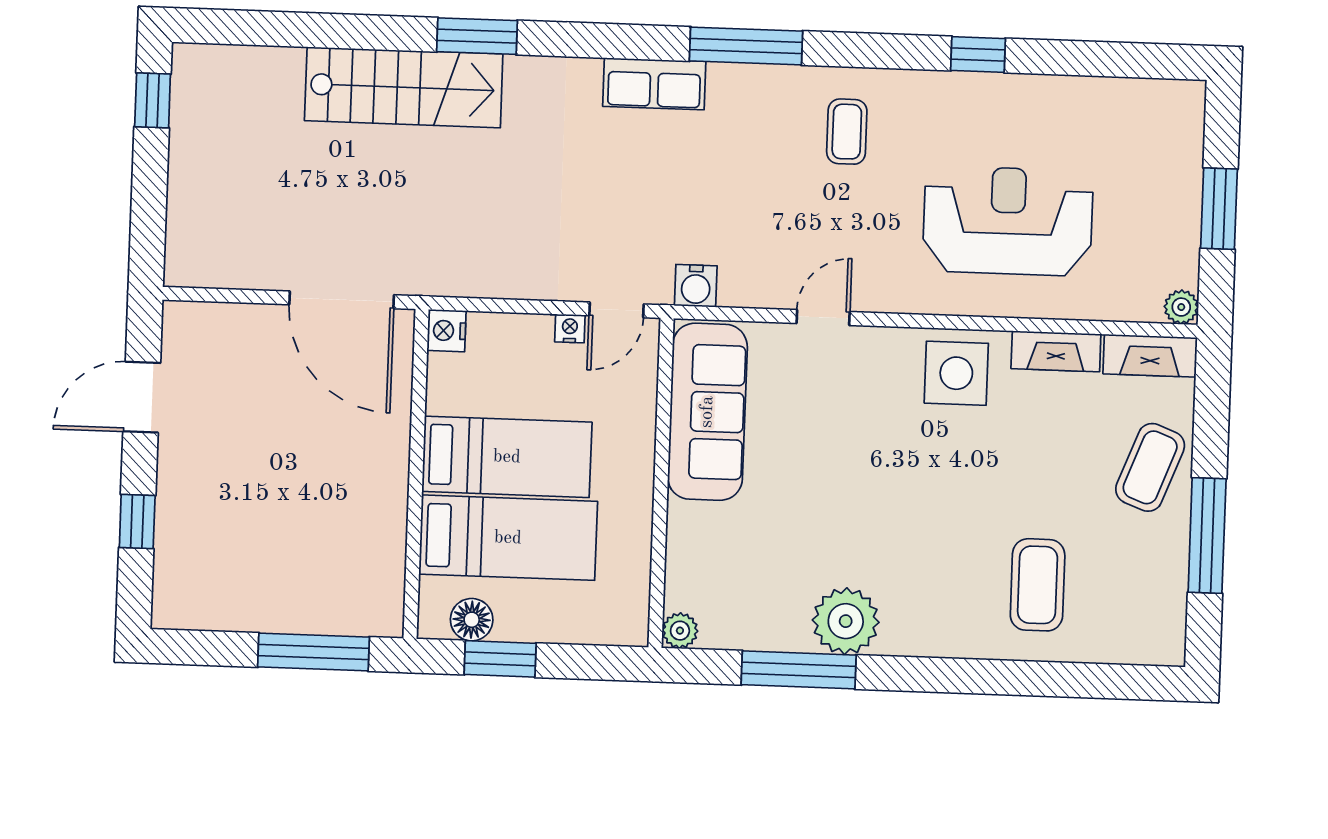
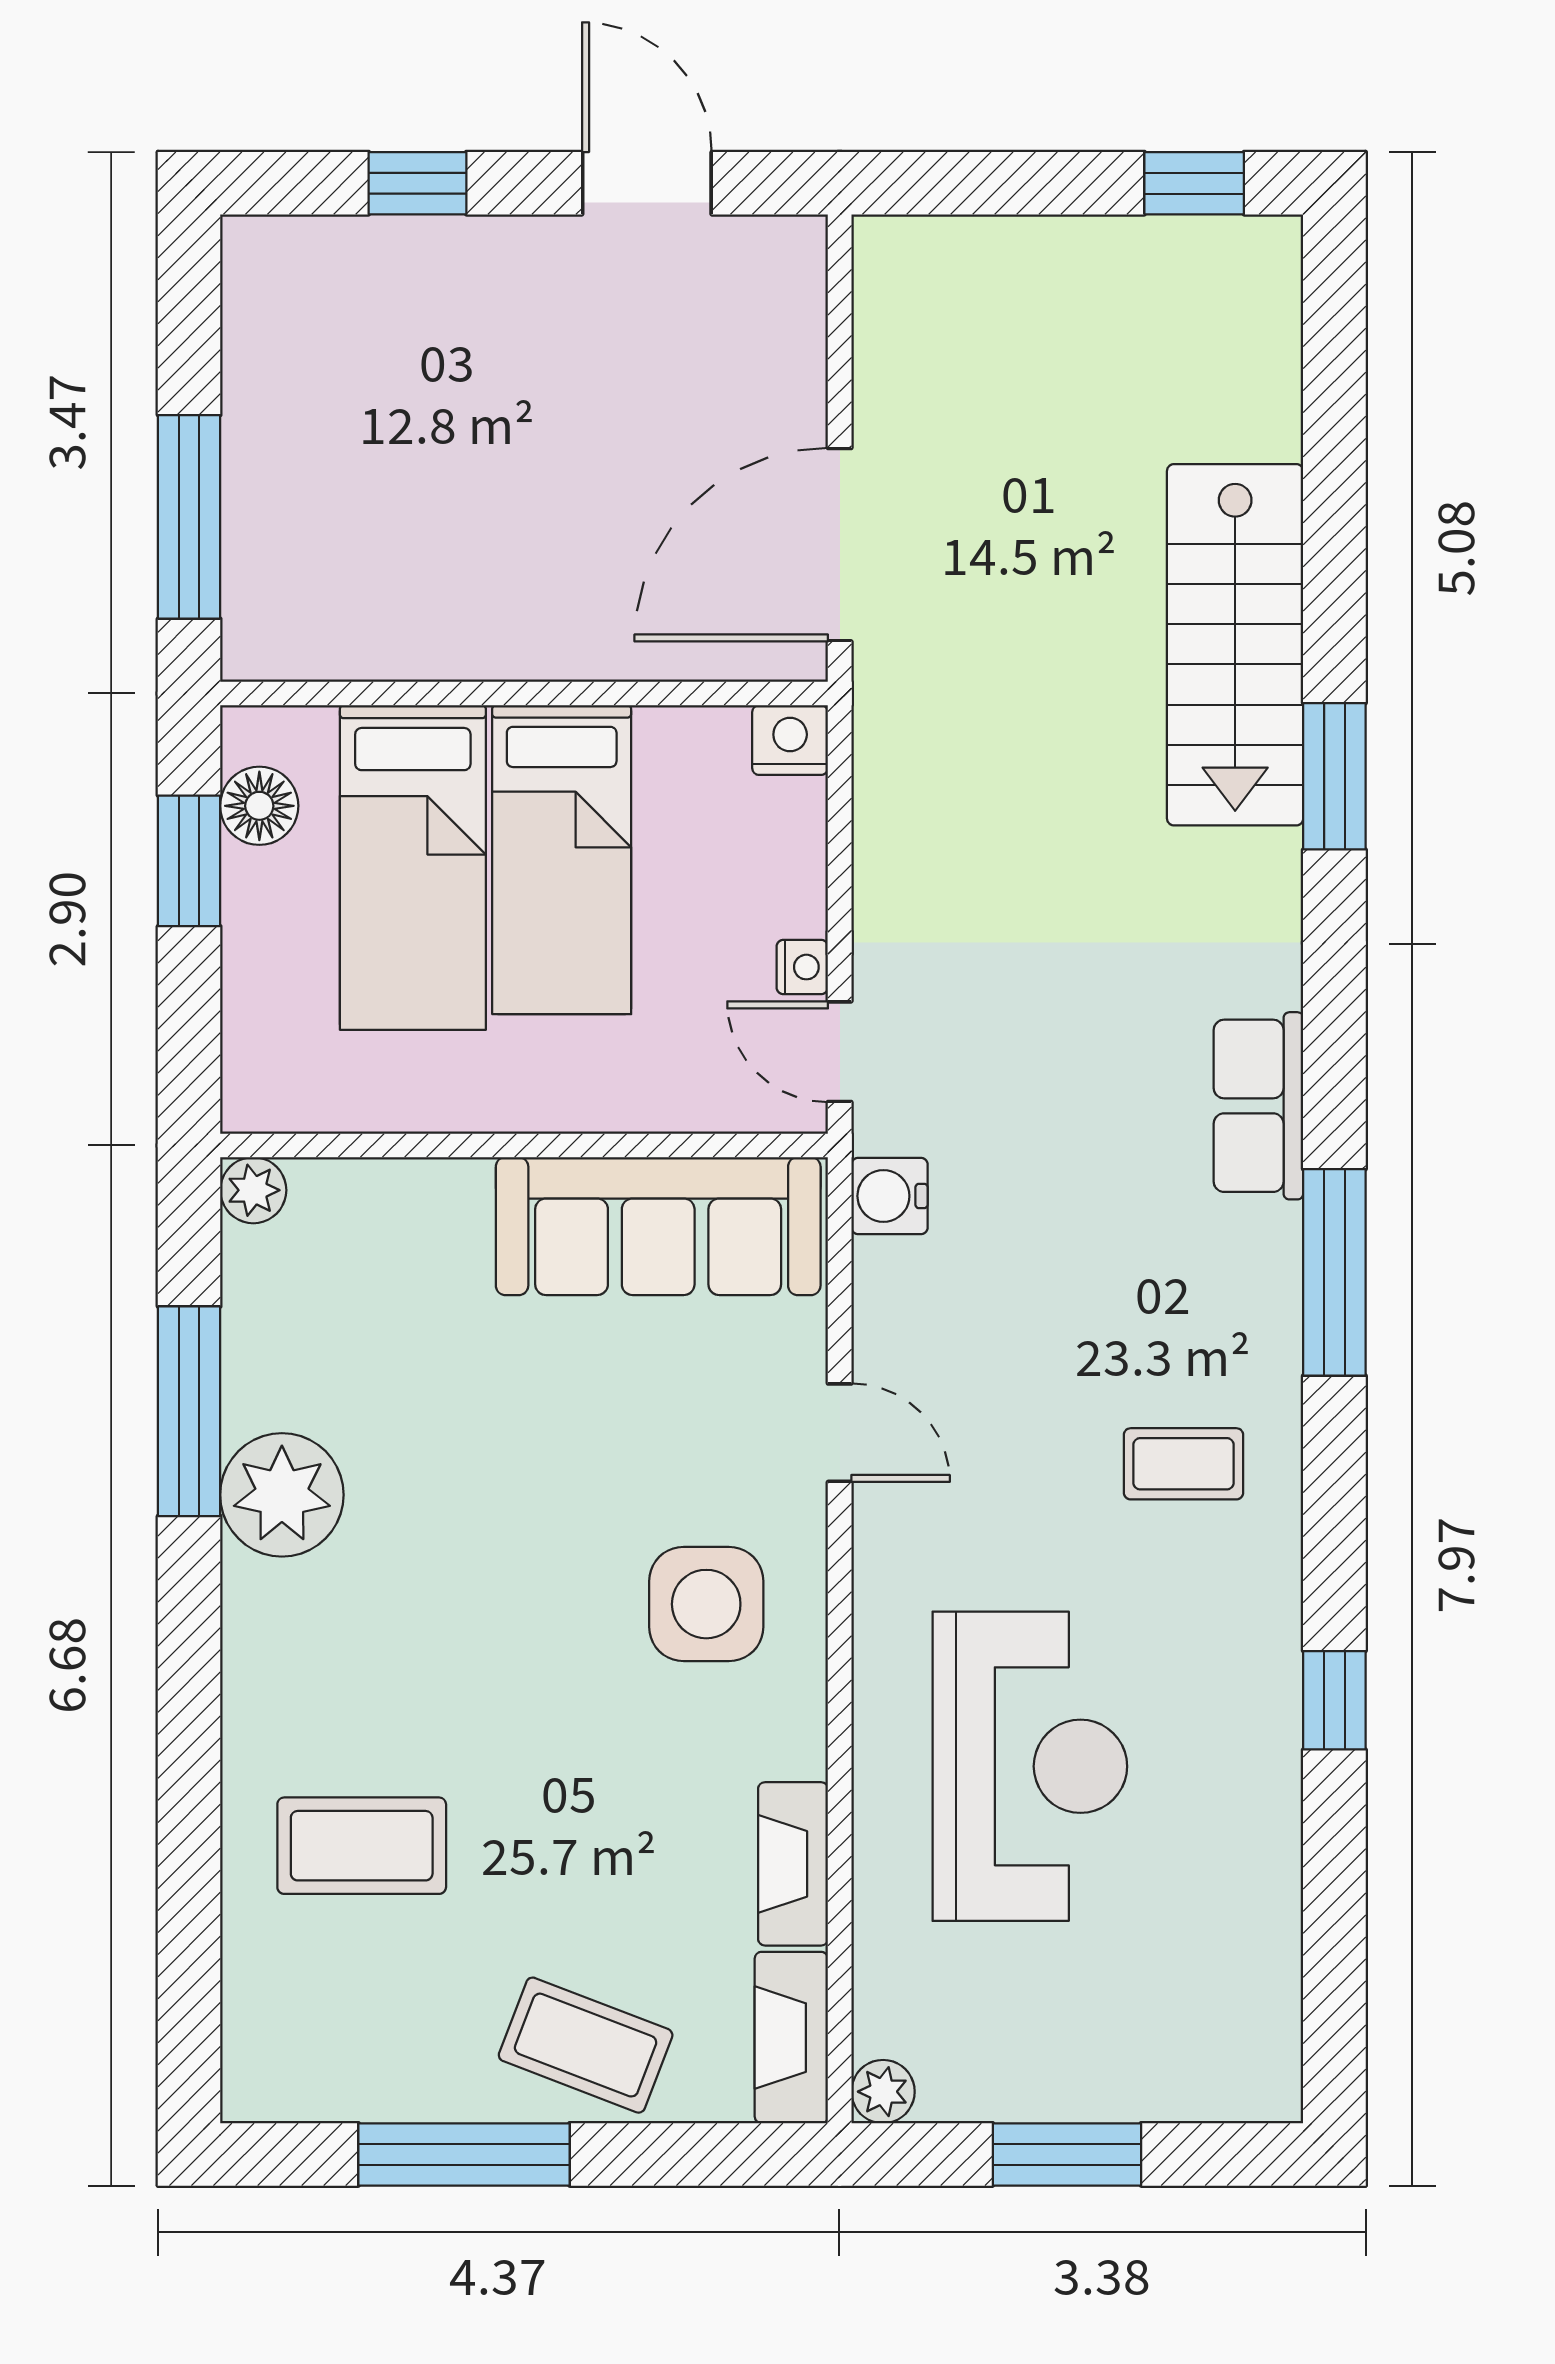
side table: (956, 373) -> (706, 1604), moved

